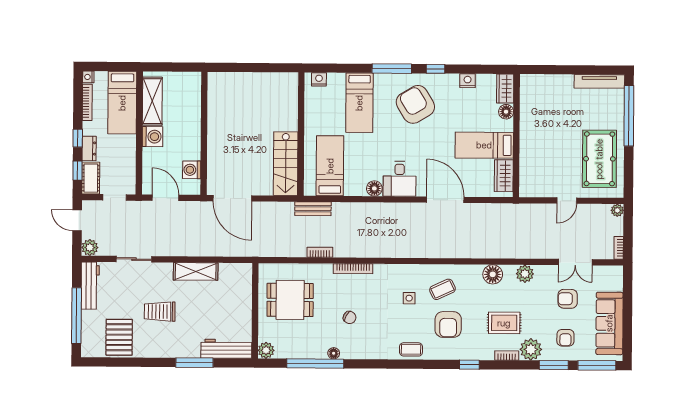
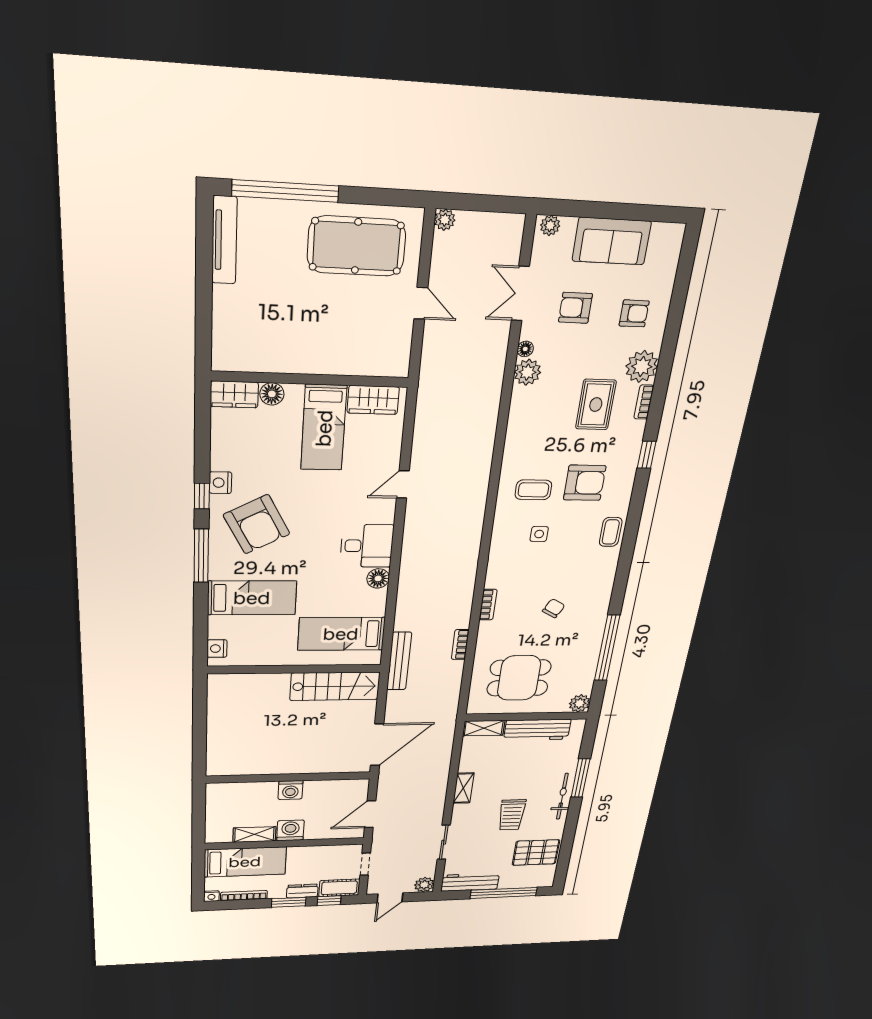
nightstand: (468, 81) -> (220, 483), moved
shelving: (152, 101) -> (254, 834), width x0.67, depth x0.75
armchair: (415, 104) -> (257, 524), turned -87
window: (78, 138) -> (289, 902), width x1.50
washing machine: (192, 170) -> (290, 790), moved
door: (445, 200) -> (403, 484), width x0.53
bench: (313, 209) -> (399, 661), width x1.36
bookcase: (619, 248) -> (507, 220), removed
double door: (575, 262) -> (520, 294), swing flipped
bookcase: (353, 269) -> (488, 605), width x0.64
shelving: (196, 271) -> (463, 788), width x0.67, depth x0.75
floor lamp: (493, 274) -> (525, 349), moved, width x0.53, depth x0.53
plant: (617, 275) -> (550, 225), added
shelving: (245, 279) -> (484, 728), added
coffee table: (442, 289) -> (533, 490), turned -65
armchair: (568, 299) -> (575, 308), turned 90
dining table: (290, 300) -> (519, 678), turned 90
sofa: (609, 323) -> (612, 241), width x0.73
workbench: (226, 349) -> (537, 730), moved, turned -90
bicycle: (177, 351) -> (562, 796), added
floor lamp: (334, 353) -> (598, 627), removed
window: (554, 365) -> (672, 333), removed
window: (597, 365) -> (685, 265), removed

